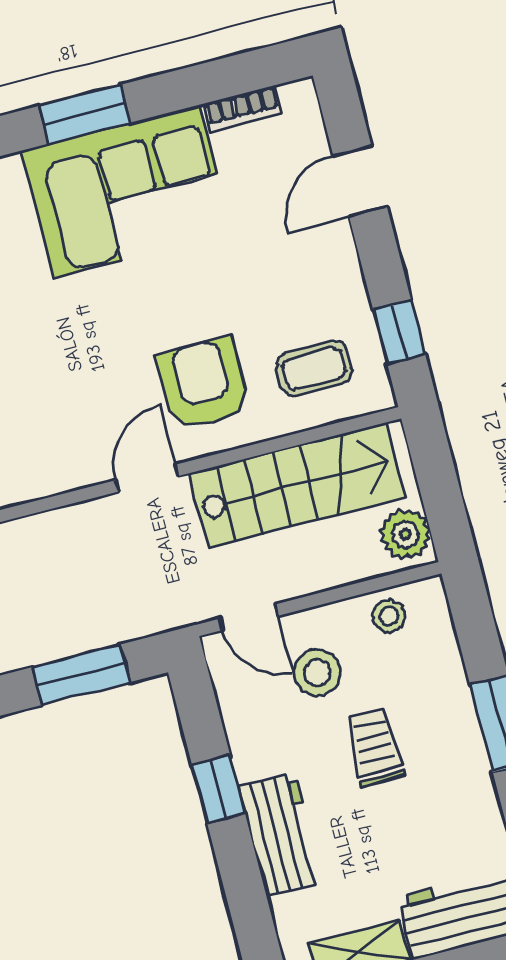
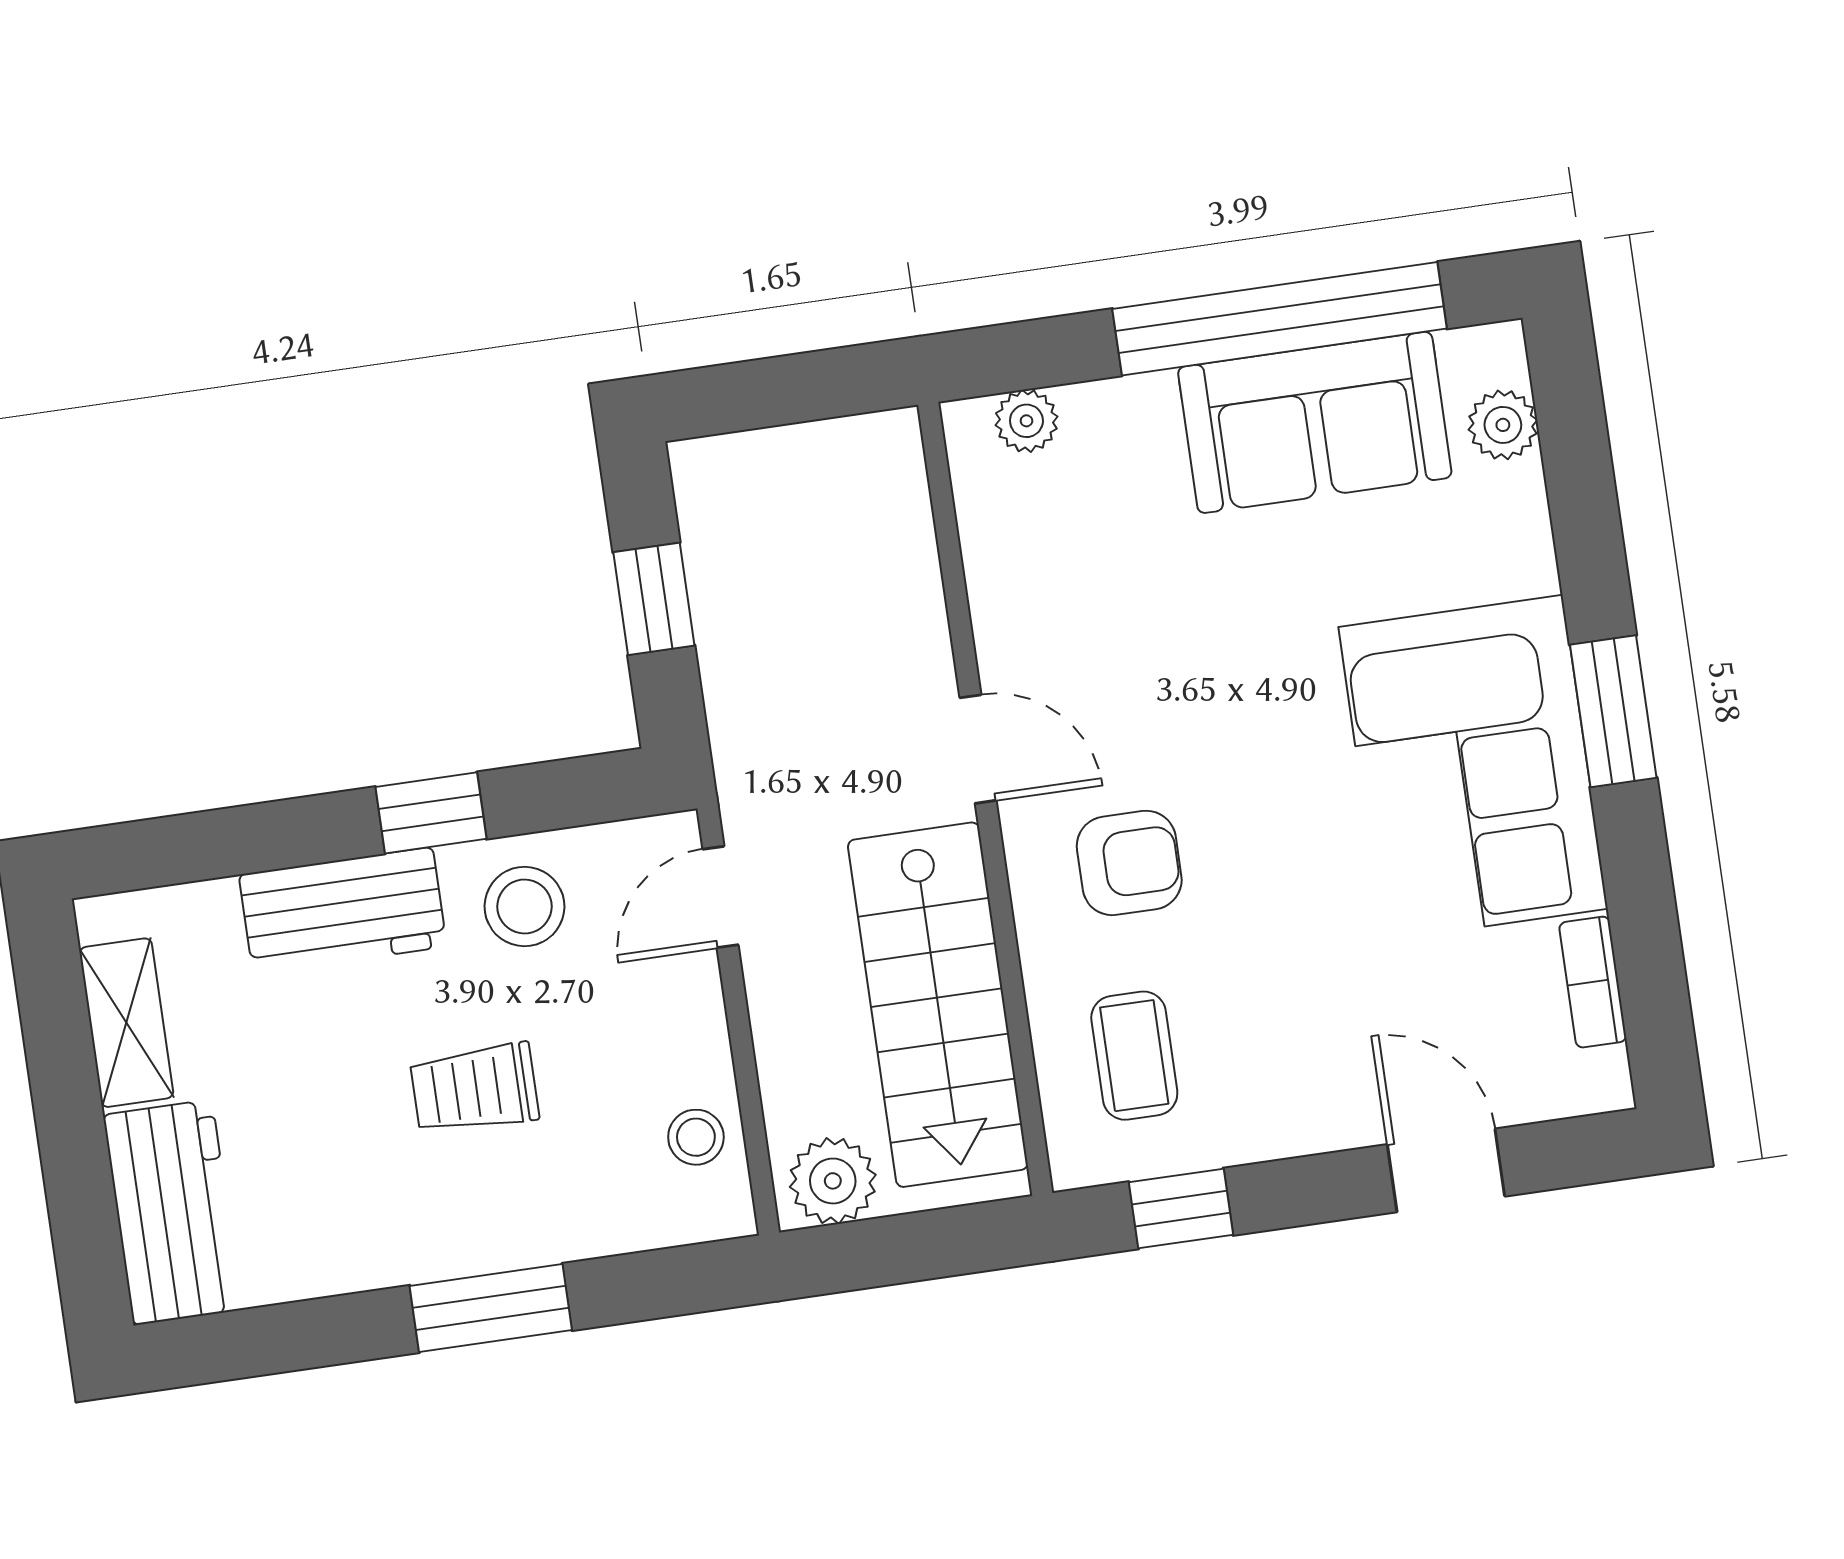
armchair: (203, 384) -> (1129, 863), width x0.72, depth x0.72
stool: (317, 672) -> (525, 907), moved
window: (81, 675) -> (654, 599), width x0.67
trolley: (375, 747) -> (474, 1089), turned 180

